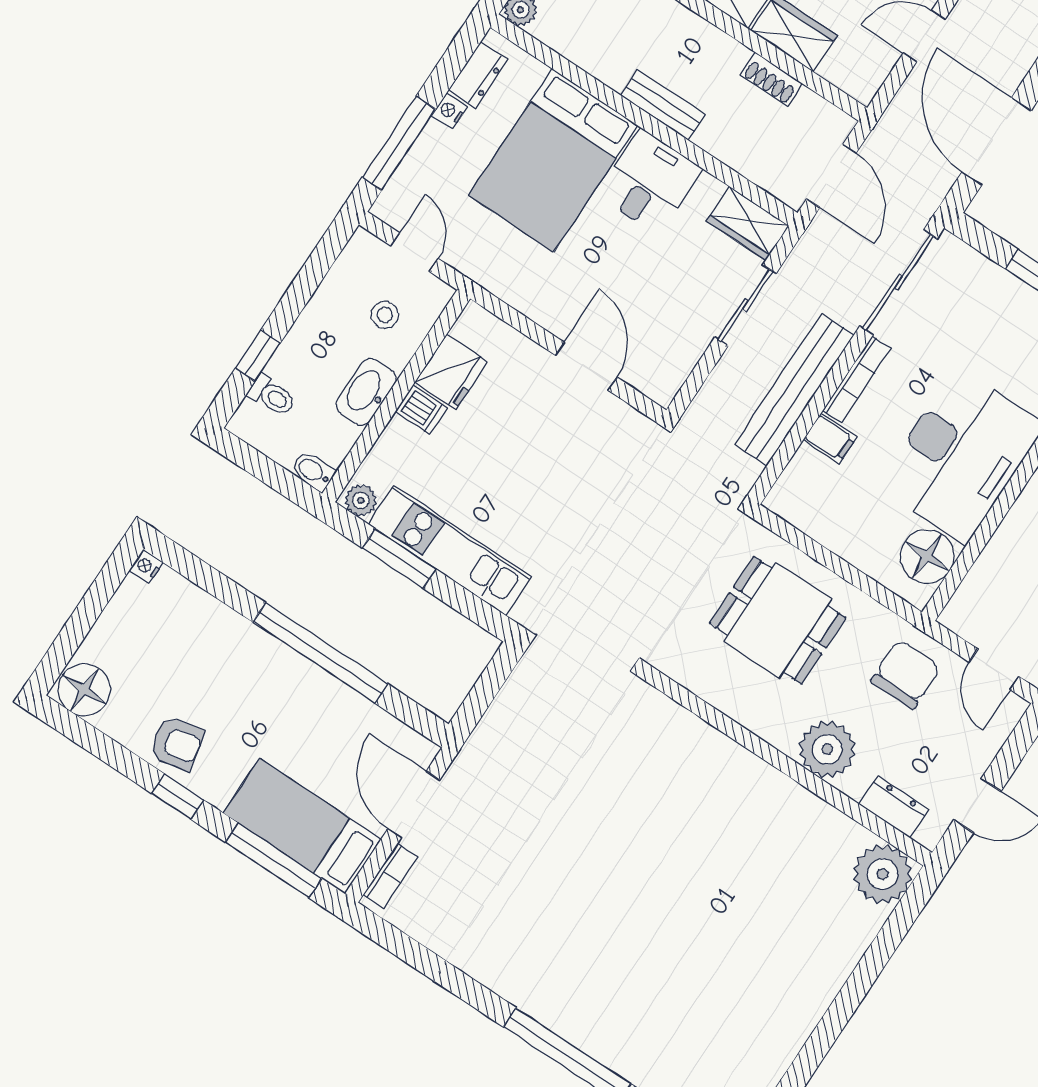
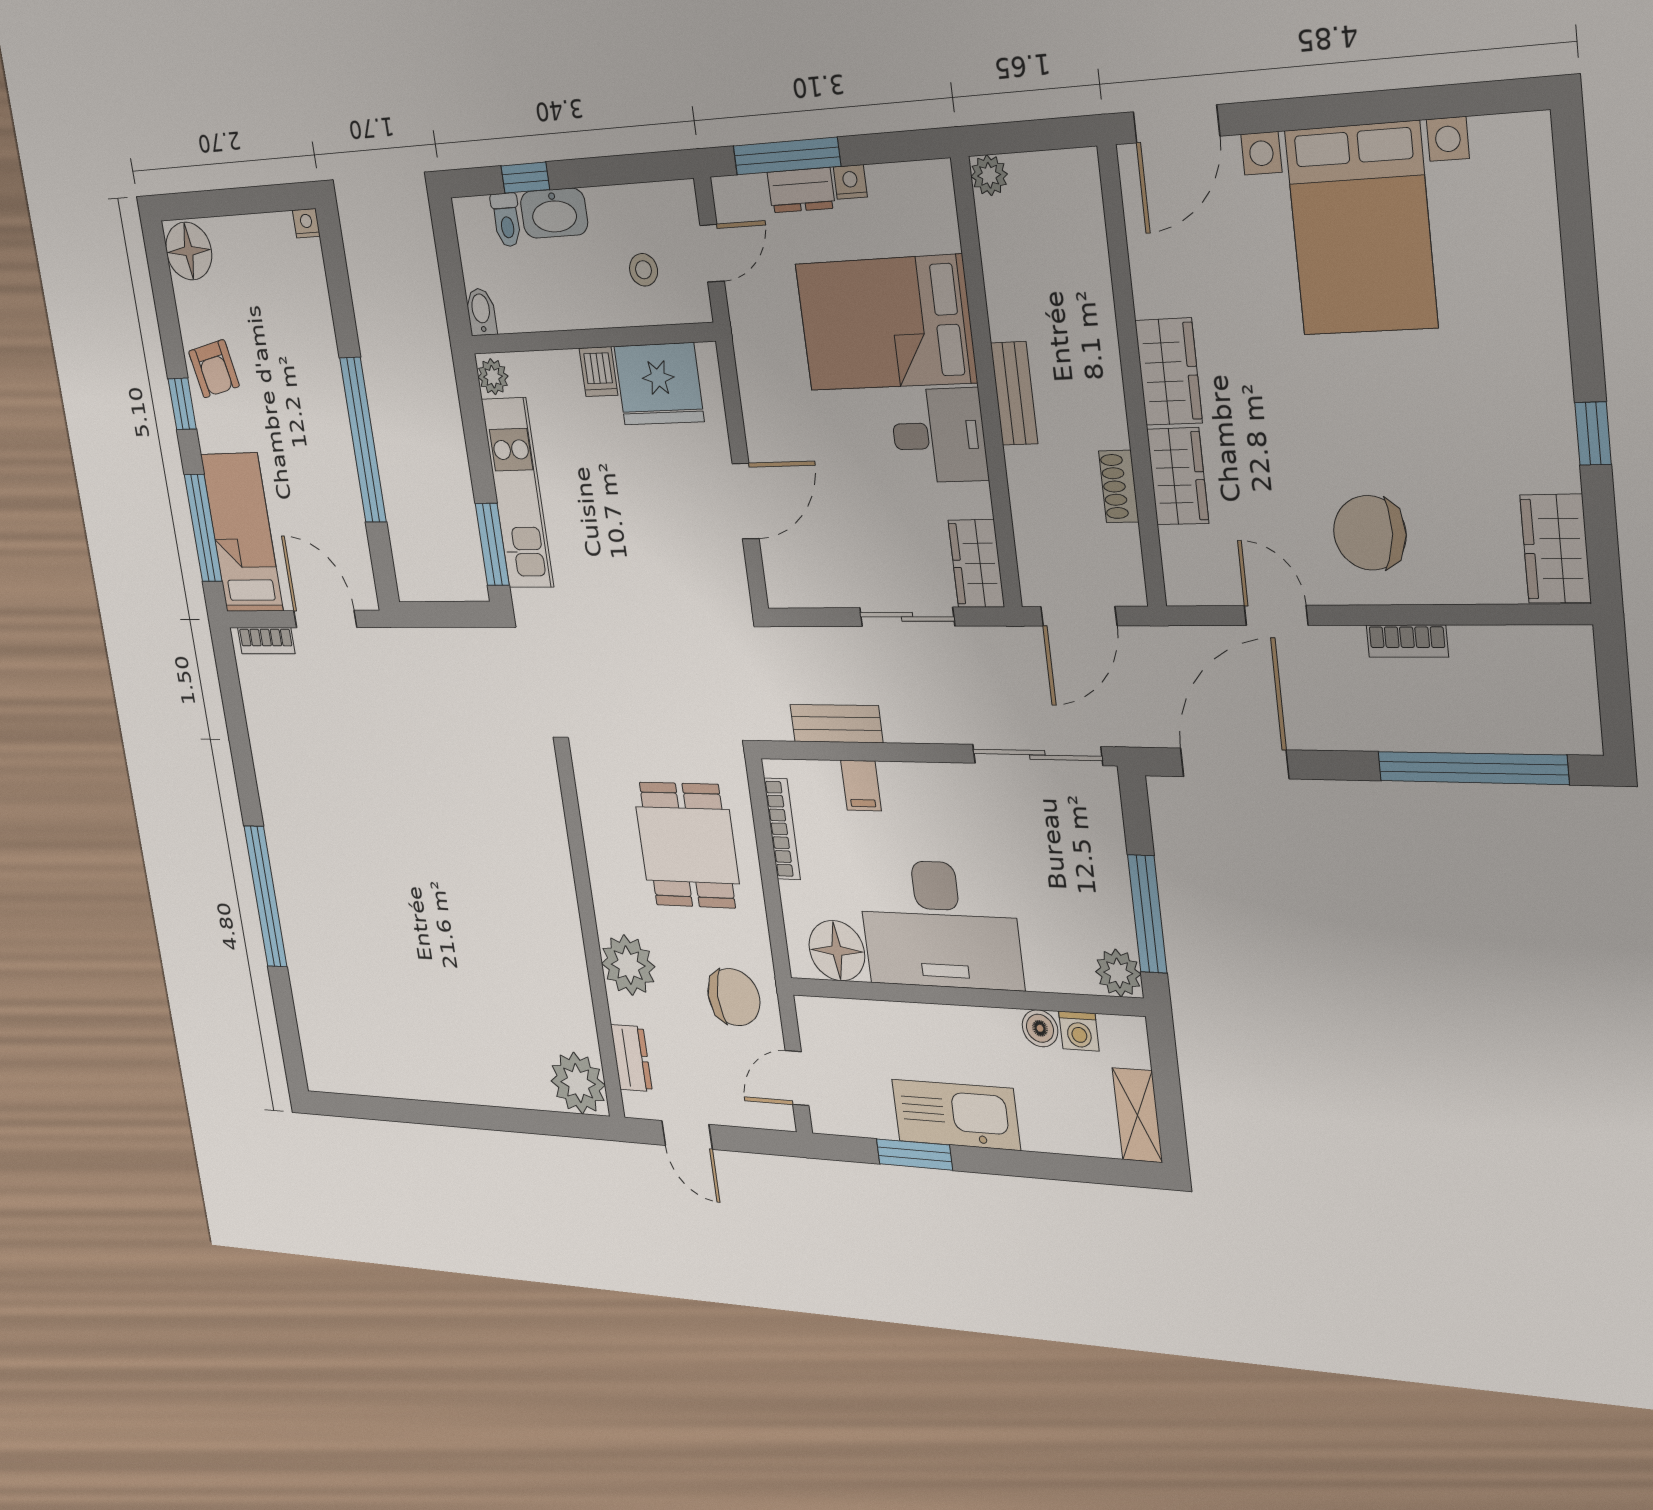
dresser: (478, 75) -> (801, 190), moved
fridge: (451, 372) -> (659, 384), width x1.36, depth x1.34
bookcase: (857, 379) -> (782, 829), moved, turned -90
bench: (794, 390) -> (836, 724), width x0.54, depth x0.82
washbasin: (366, 392) -> (554, 213), moved, turned 180
window: (399, 558) -> (492, 544), moved
door: (414, 805) -> (325, 619), hinge flipped

